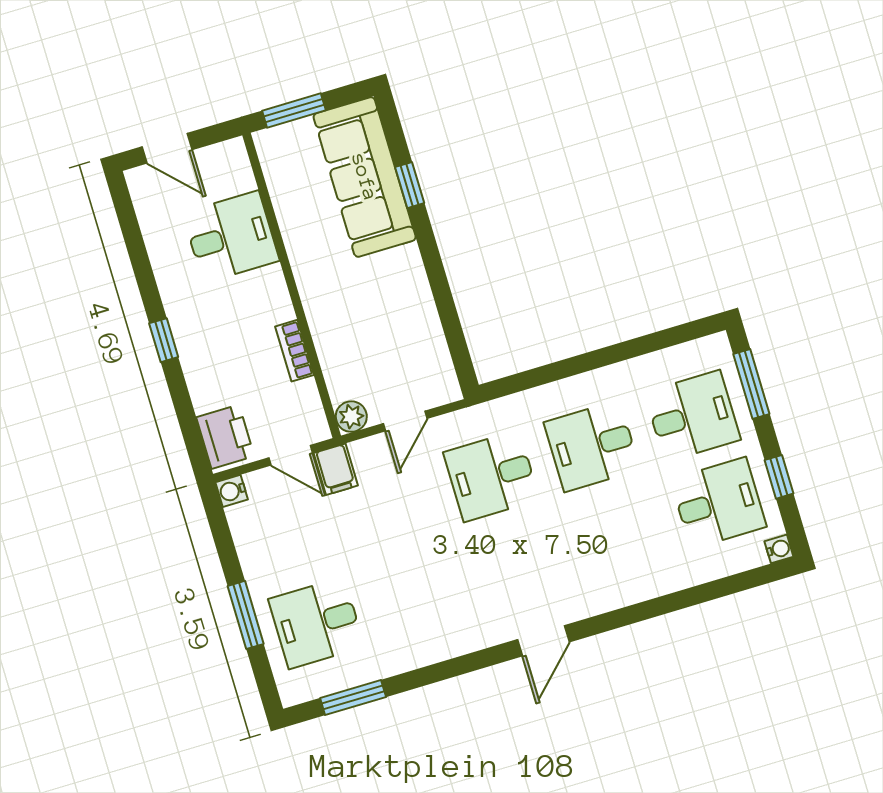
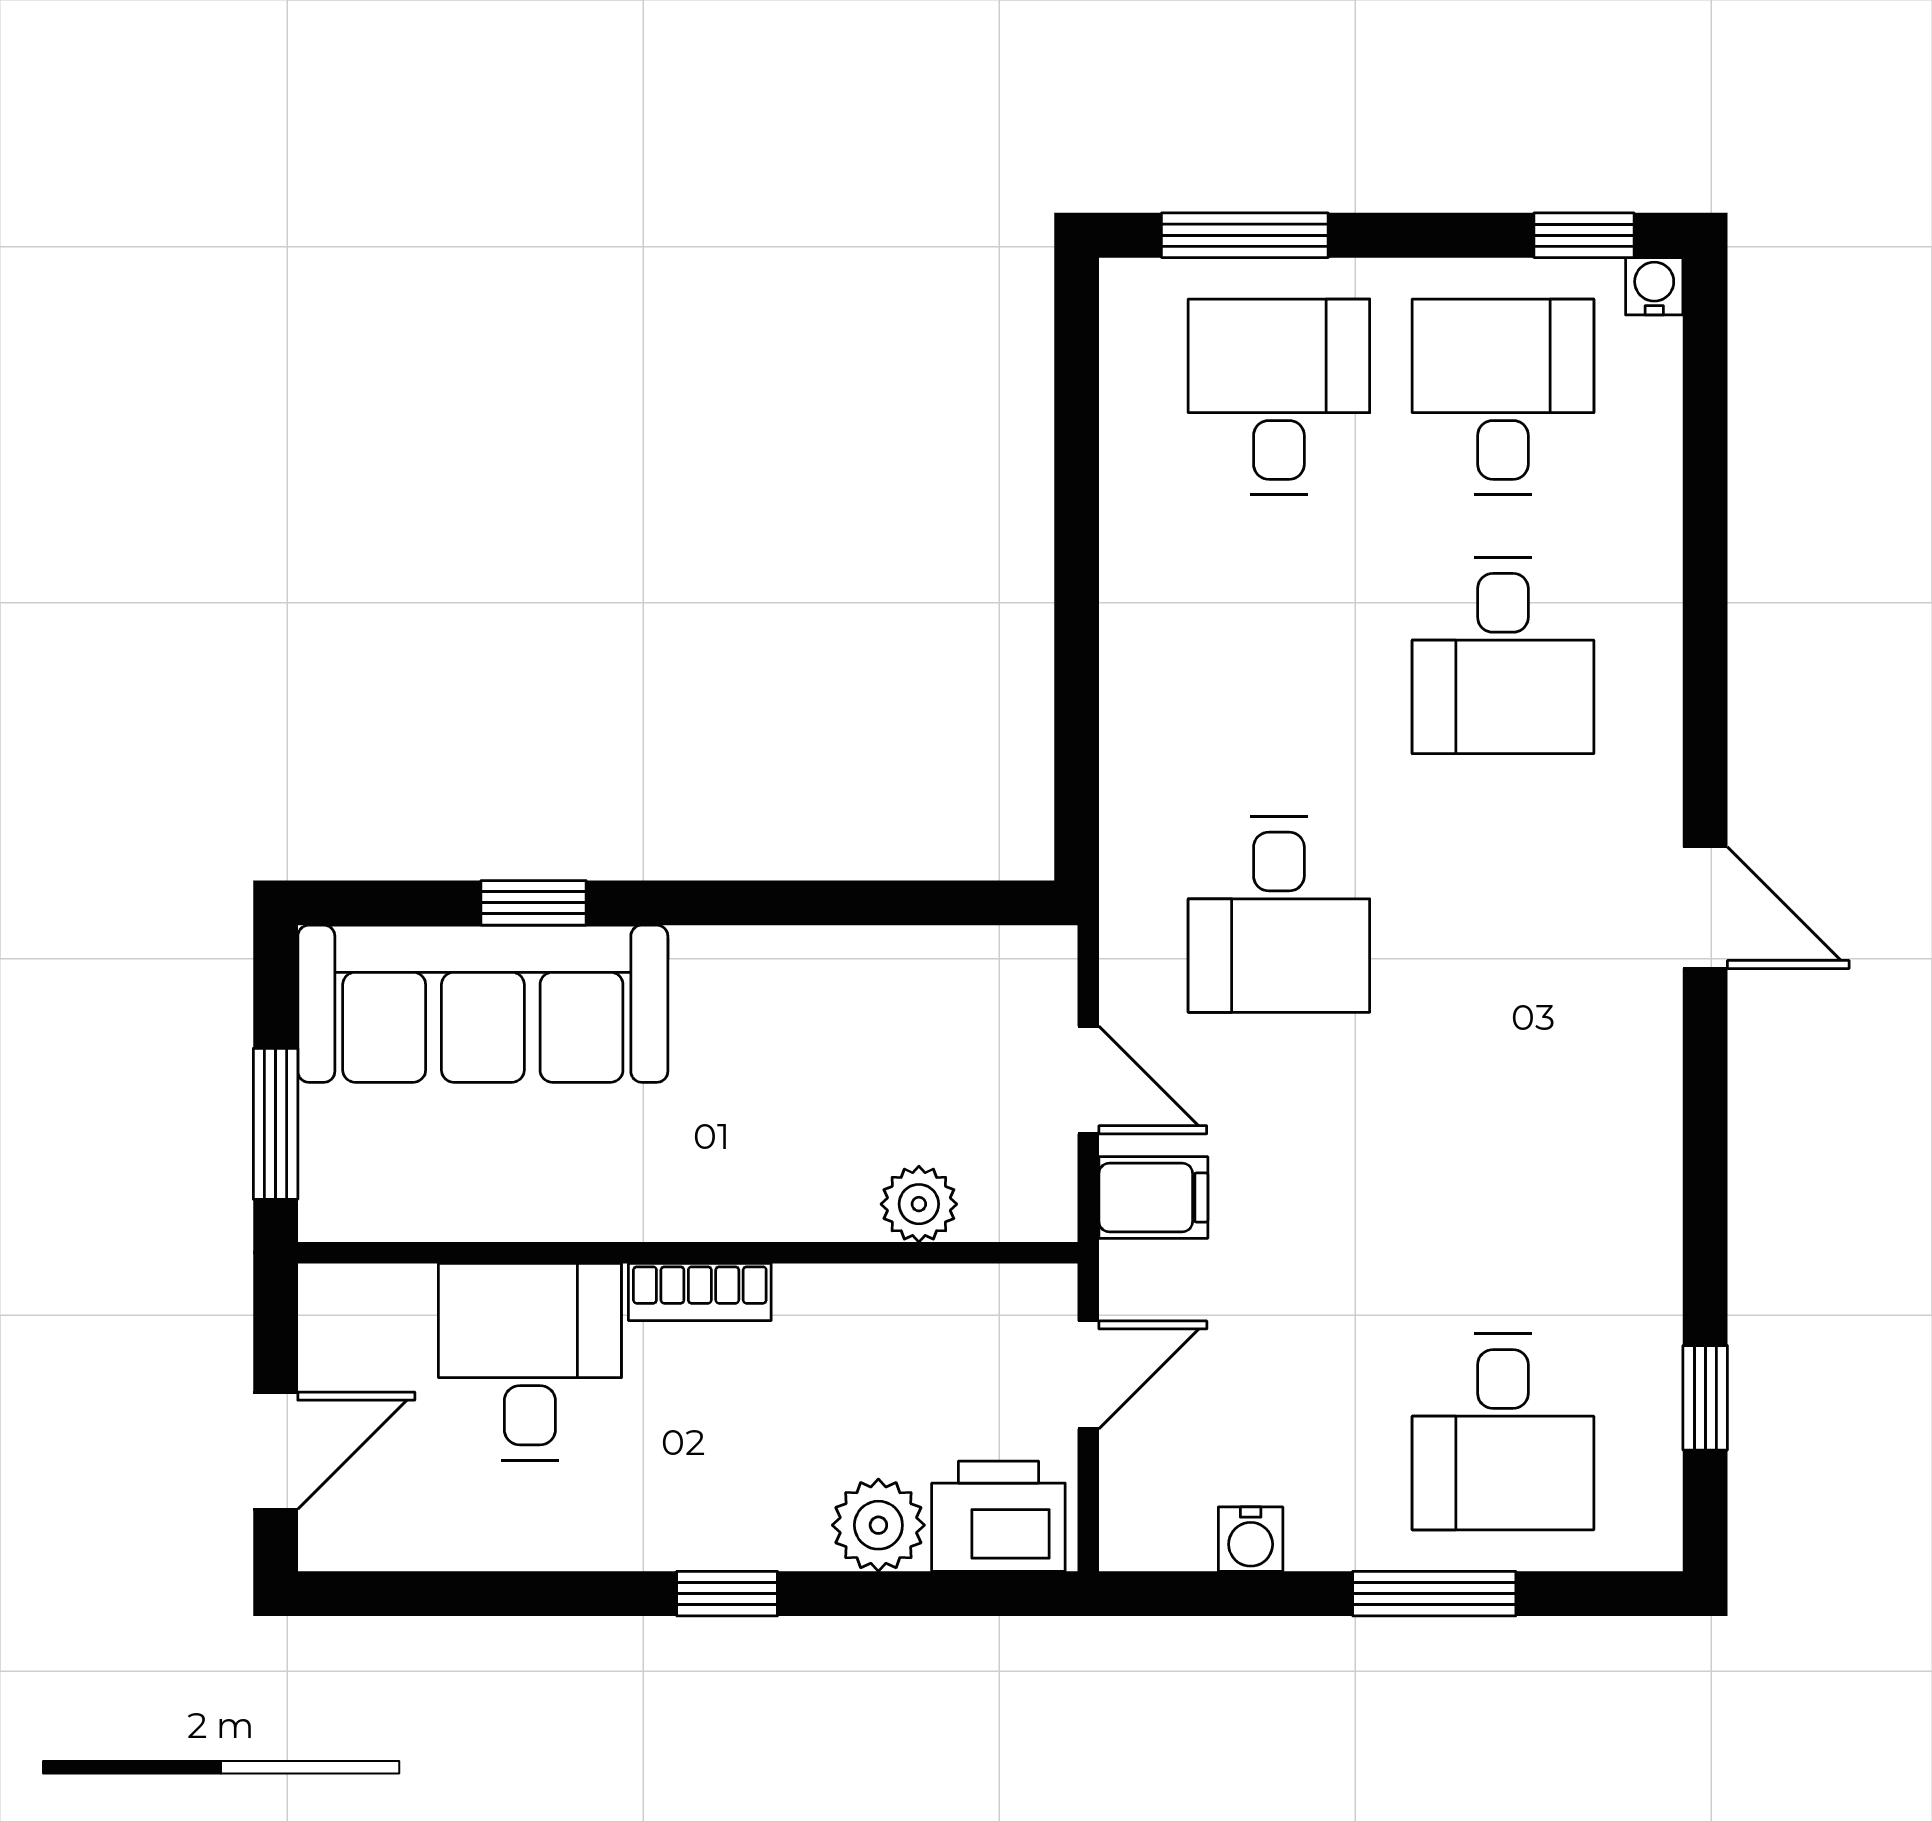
bookcase: (294, 351) -> (700, 1292), moved
plant: (208, 391) -> (878, 1525), added
plant: (351, 417) -> (919, 1204), moved
desk: (592, 446) -> (1503, 656), moved
filing cabinet: (336, 469) -> (1153, 1198), moved
window: (779, 477) -> (1584, 235), moved
water cooler: (232, 491) -> (1251, 1539), moved
window: (353, 697) -> (1705, 1398), width x0.67

